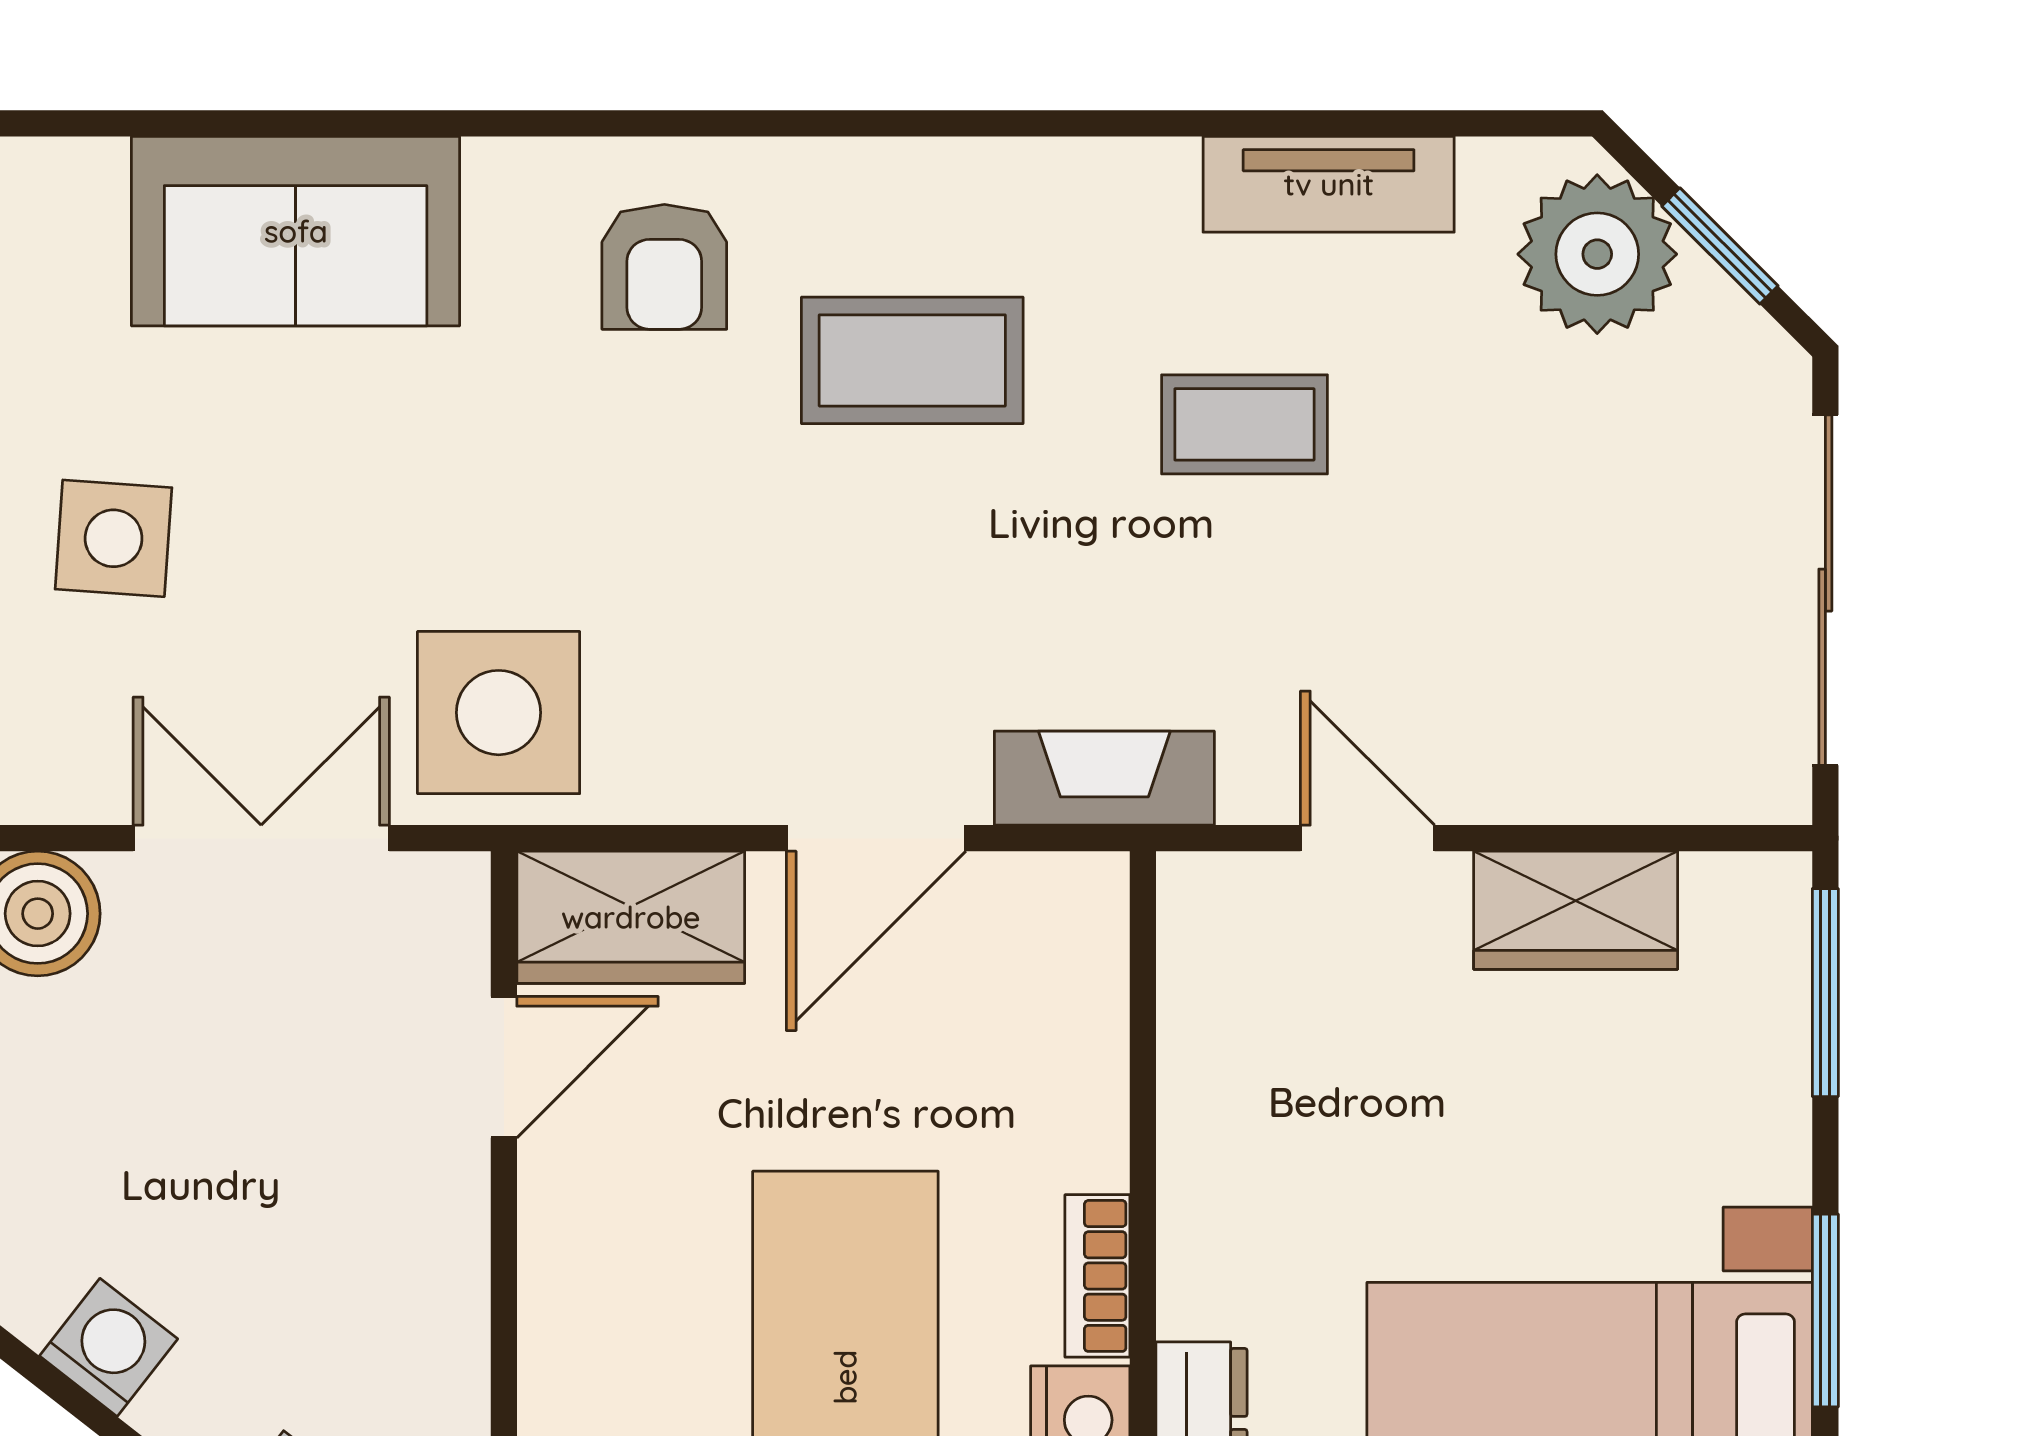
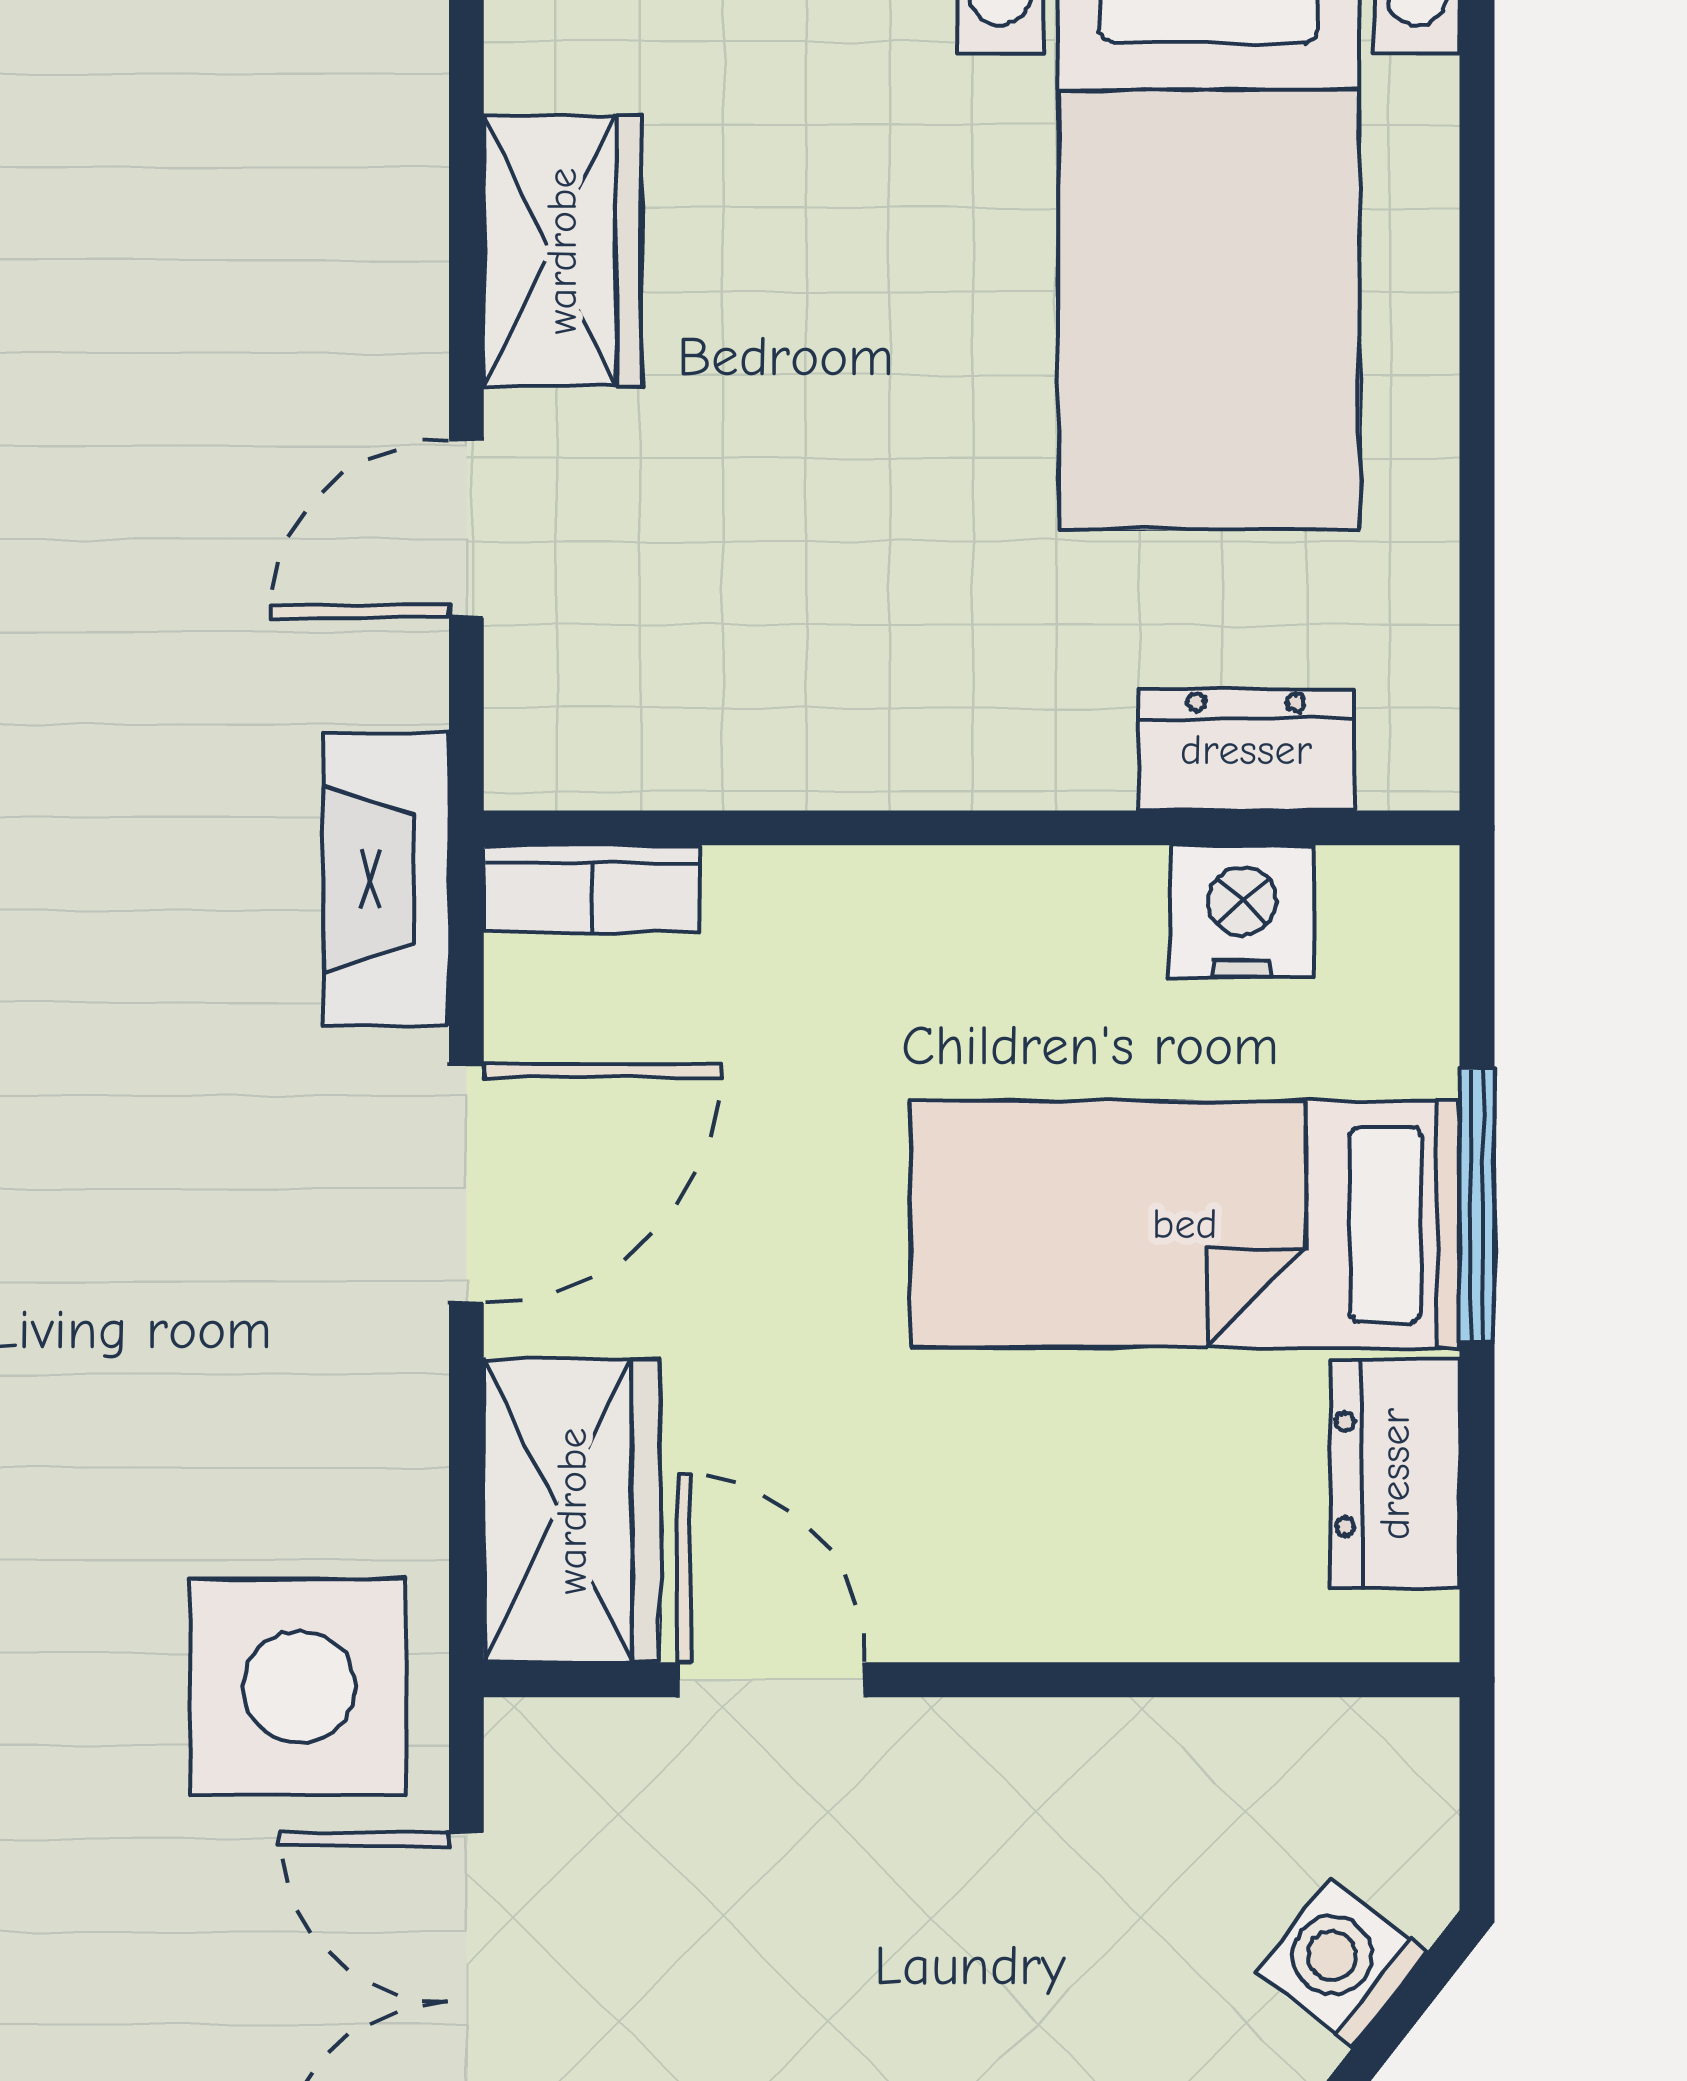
door: (876, 838) -> (466, 1184), hinge flipped
bookcase: (1097, 1276) -> (592, 889), moved

